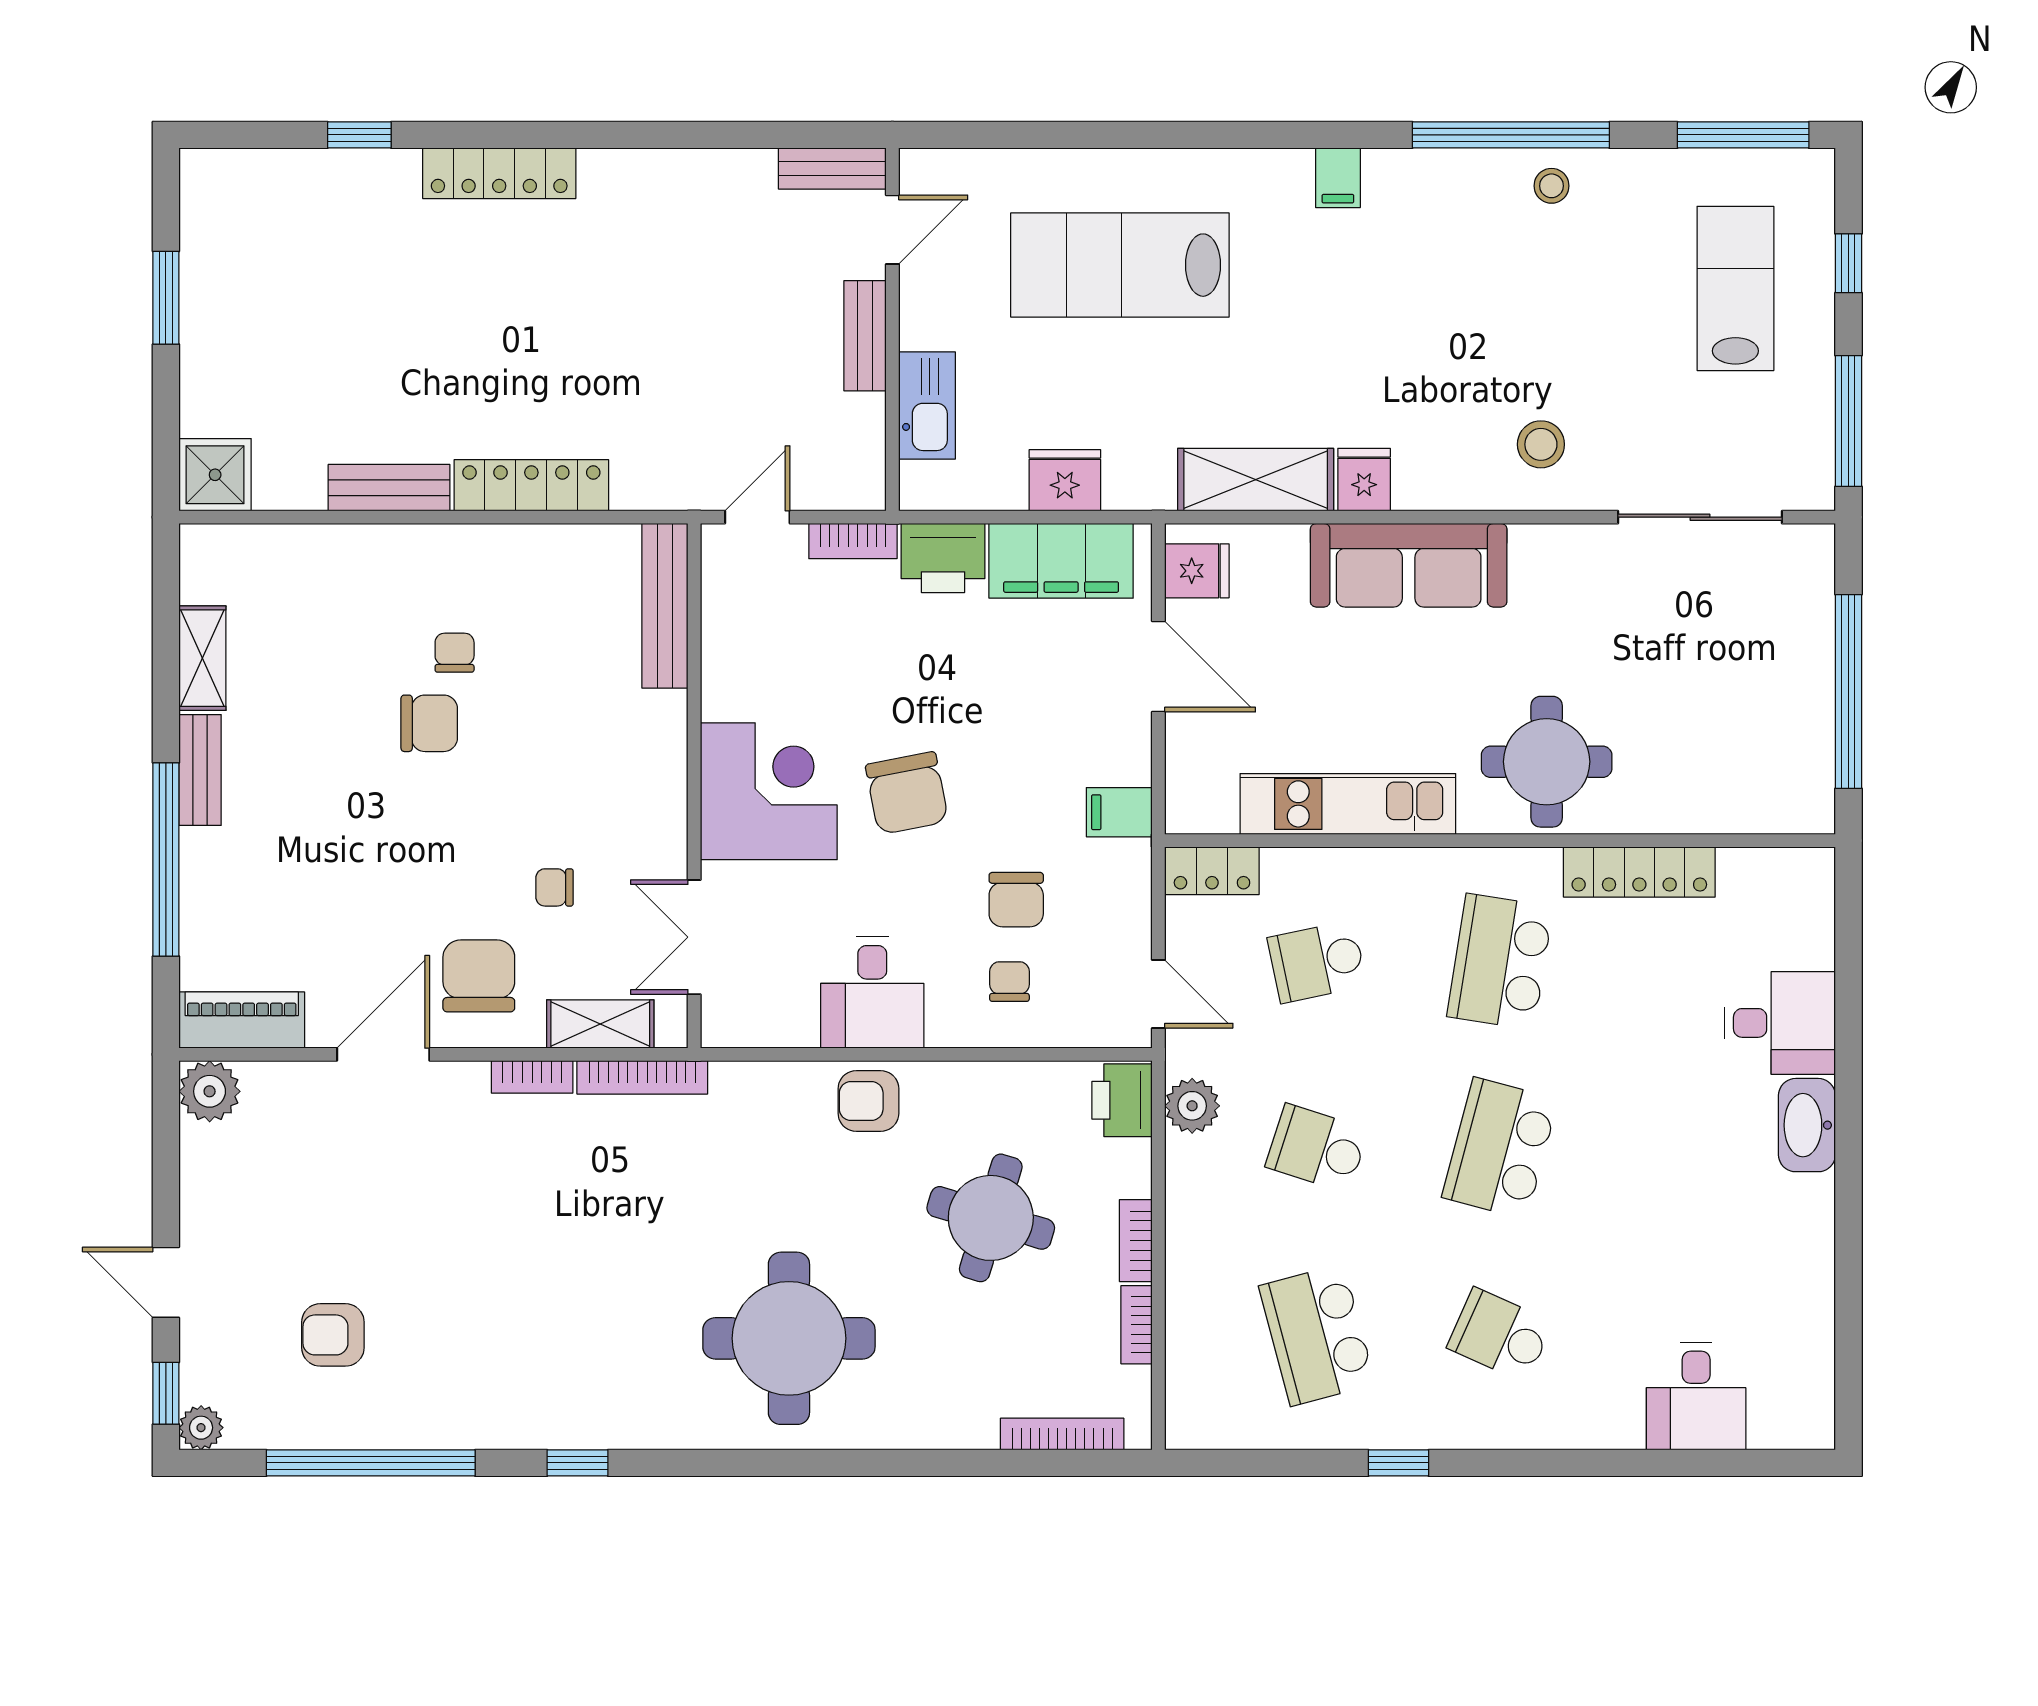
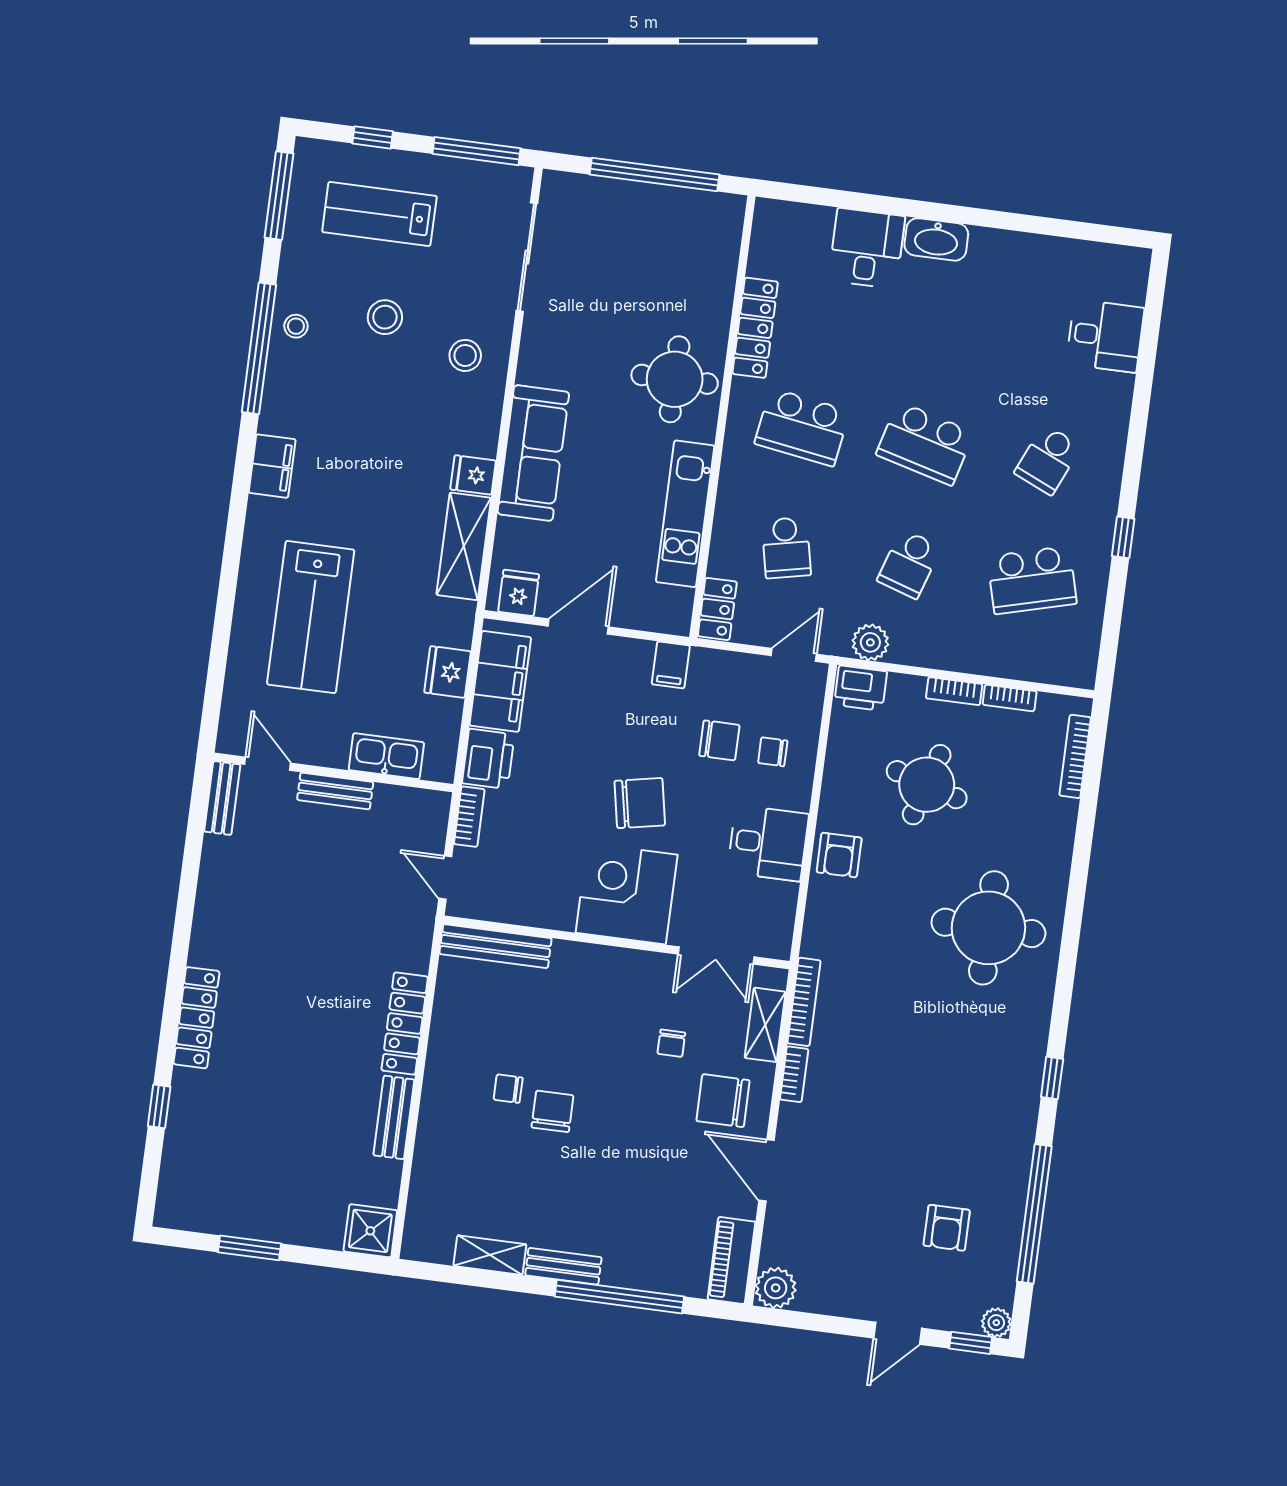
filing cabinet: (1338, 178) -> (272, 466), width x2.00
stool: (1582, 317) -> (385, 317), added

